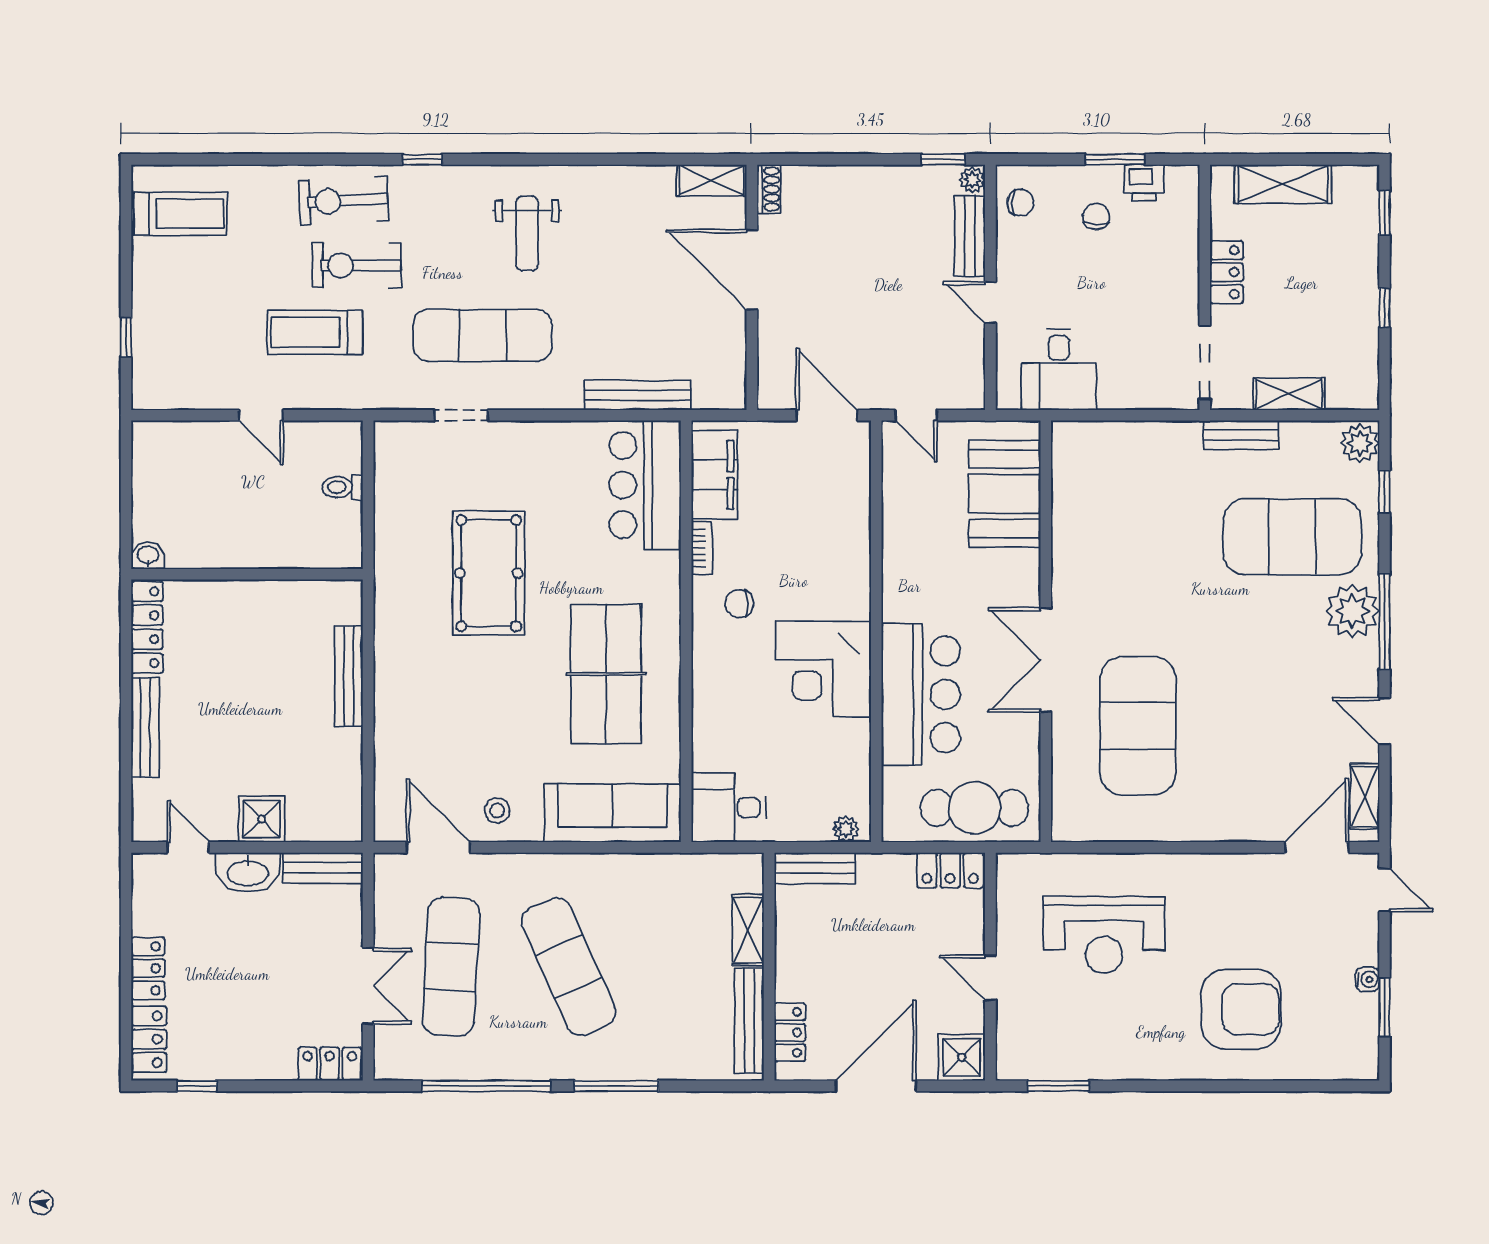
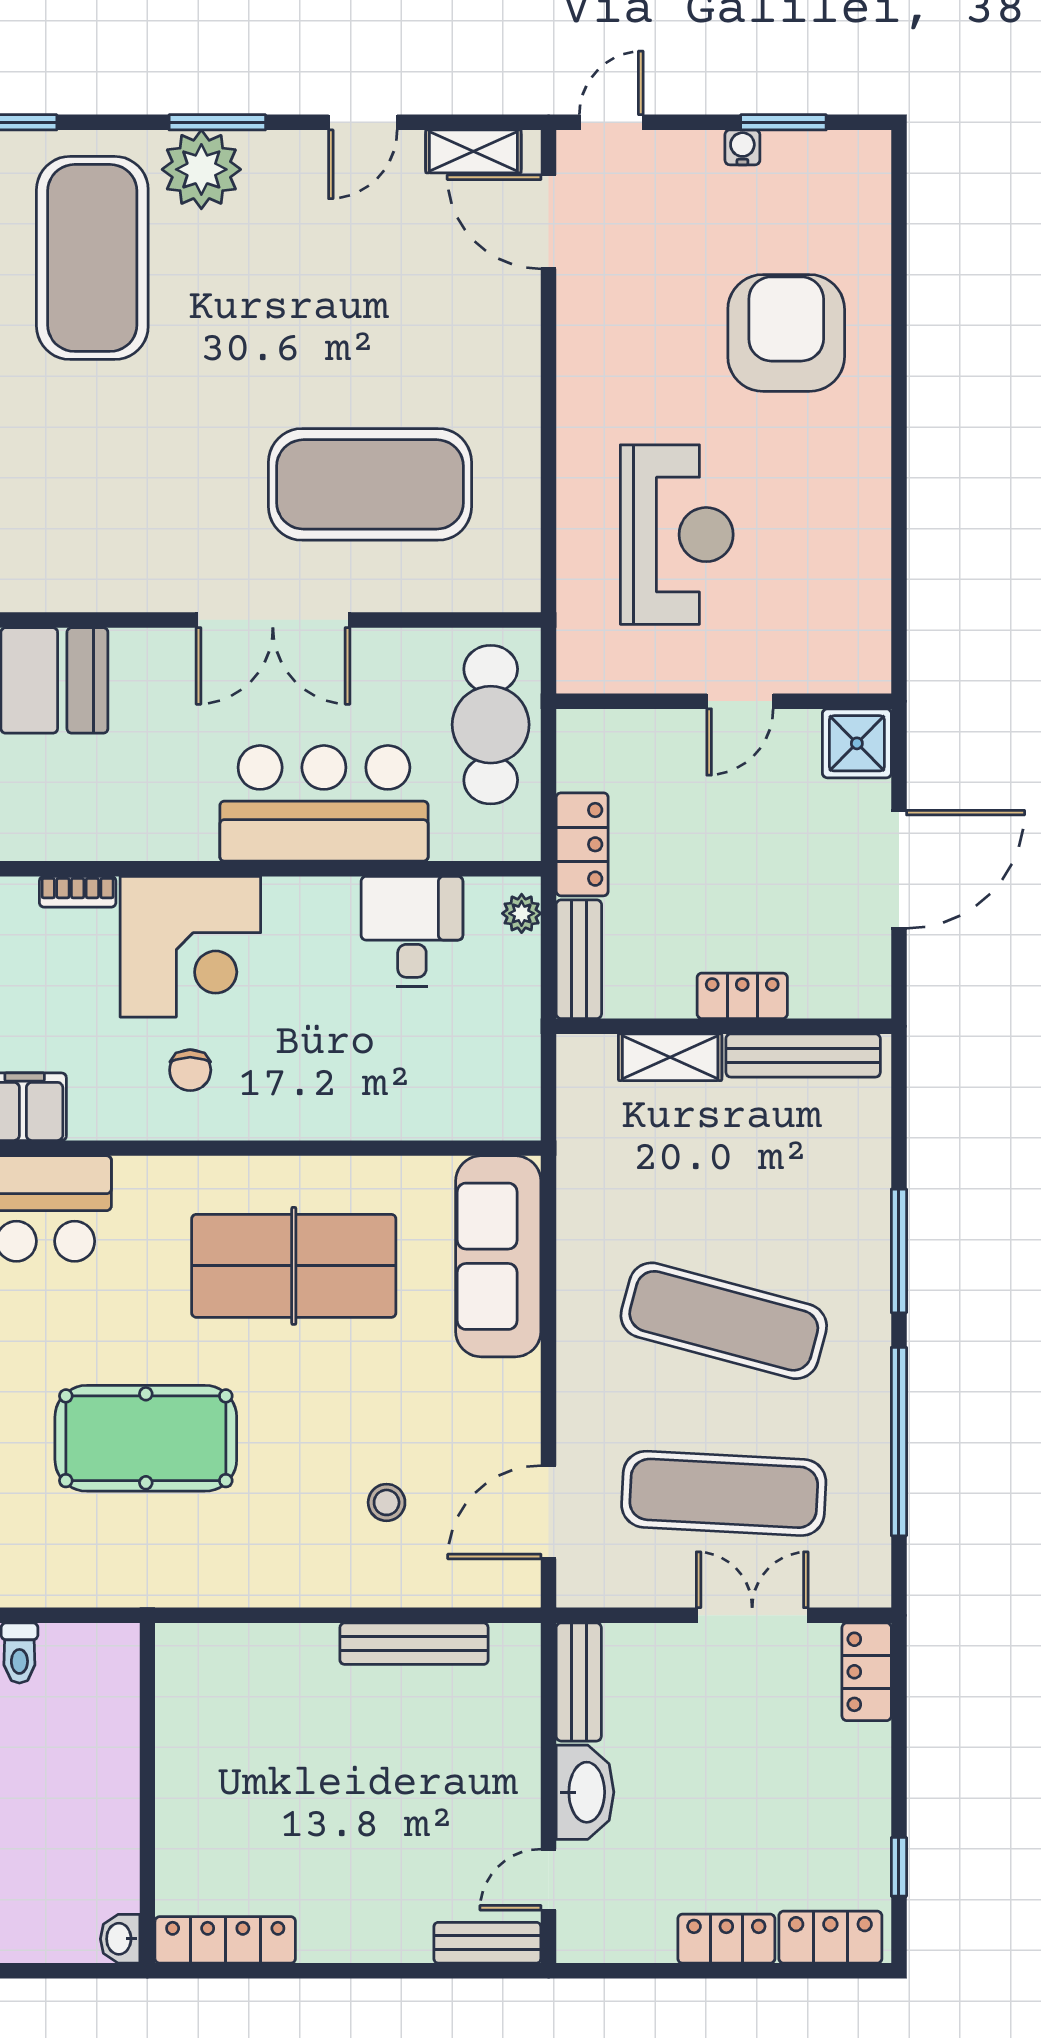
bookcase: (702, 548) -> (78, 892), moved, turned 180
window: (1385, 622) -> (217, 122), width x0.69
corner desk: (823, 669) -> (190, 947), moved
bench: (349, 676) -> (414, 1644), moved
bench: (145, 728) -> (487, 1943), moved, width x0.73
desk: (729, 808) -> (412, 931), moved, turned 180
stool: (497, 811) -> (387, 1502), moved
shower: (262, 819) -> (507, 1772), removed
locker: (950, 870) -> (582, 844), moved
exercise mat: (569, 967) -> (724, 1321), turned 39
locker: (790, 1032) -> (742, 996), moved
door: (876, 1086) -> (899, 869), swing flipped
window: (1058, 1086) -> (899, 601), removed

